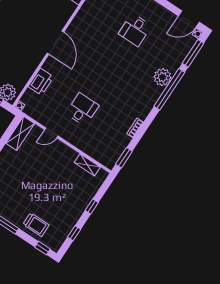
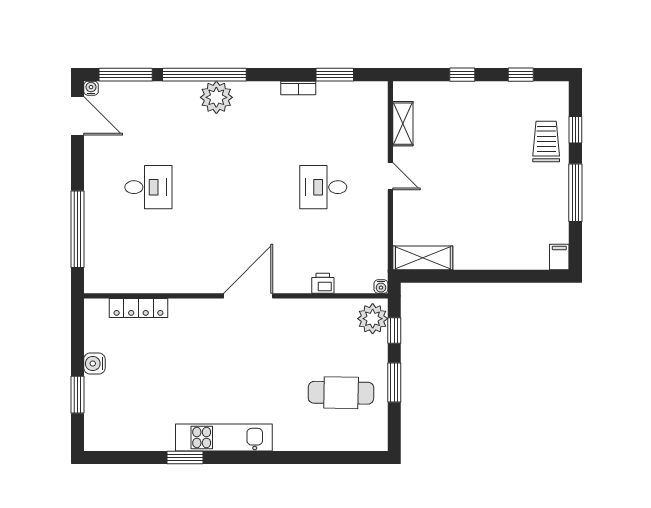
plant: (163, 77) -> (216, 97), moved
printer: (41, 82) -> (323, 283), width x0.53, depth x0.68
door: (51, 133) -> (390, 176), moved
window: (124, 158) -> (335, 75), moved
window: (42, 248) -> (575, 130), moved

